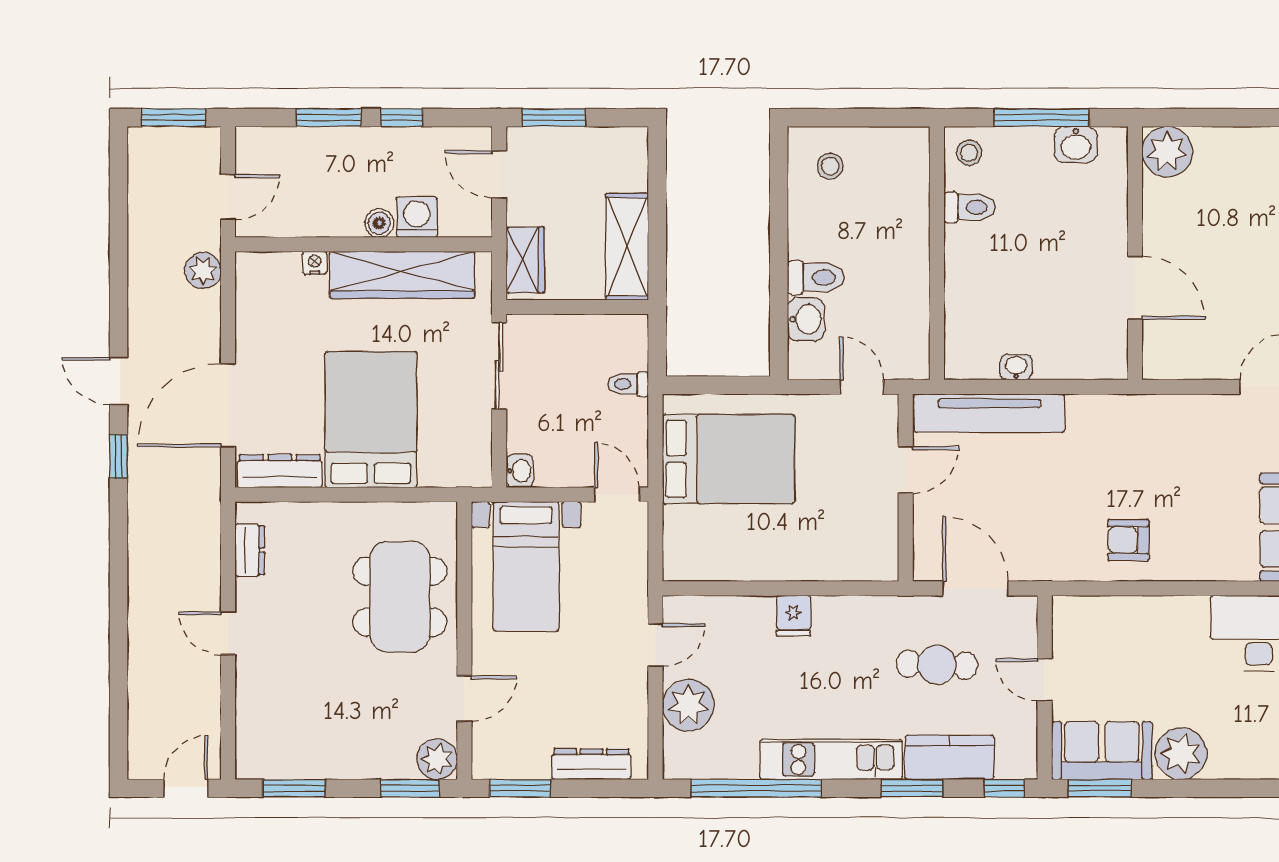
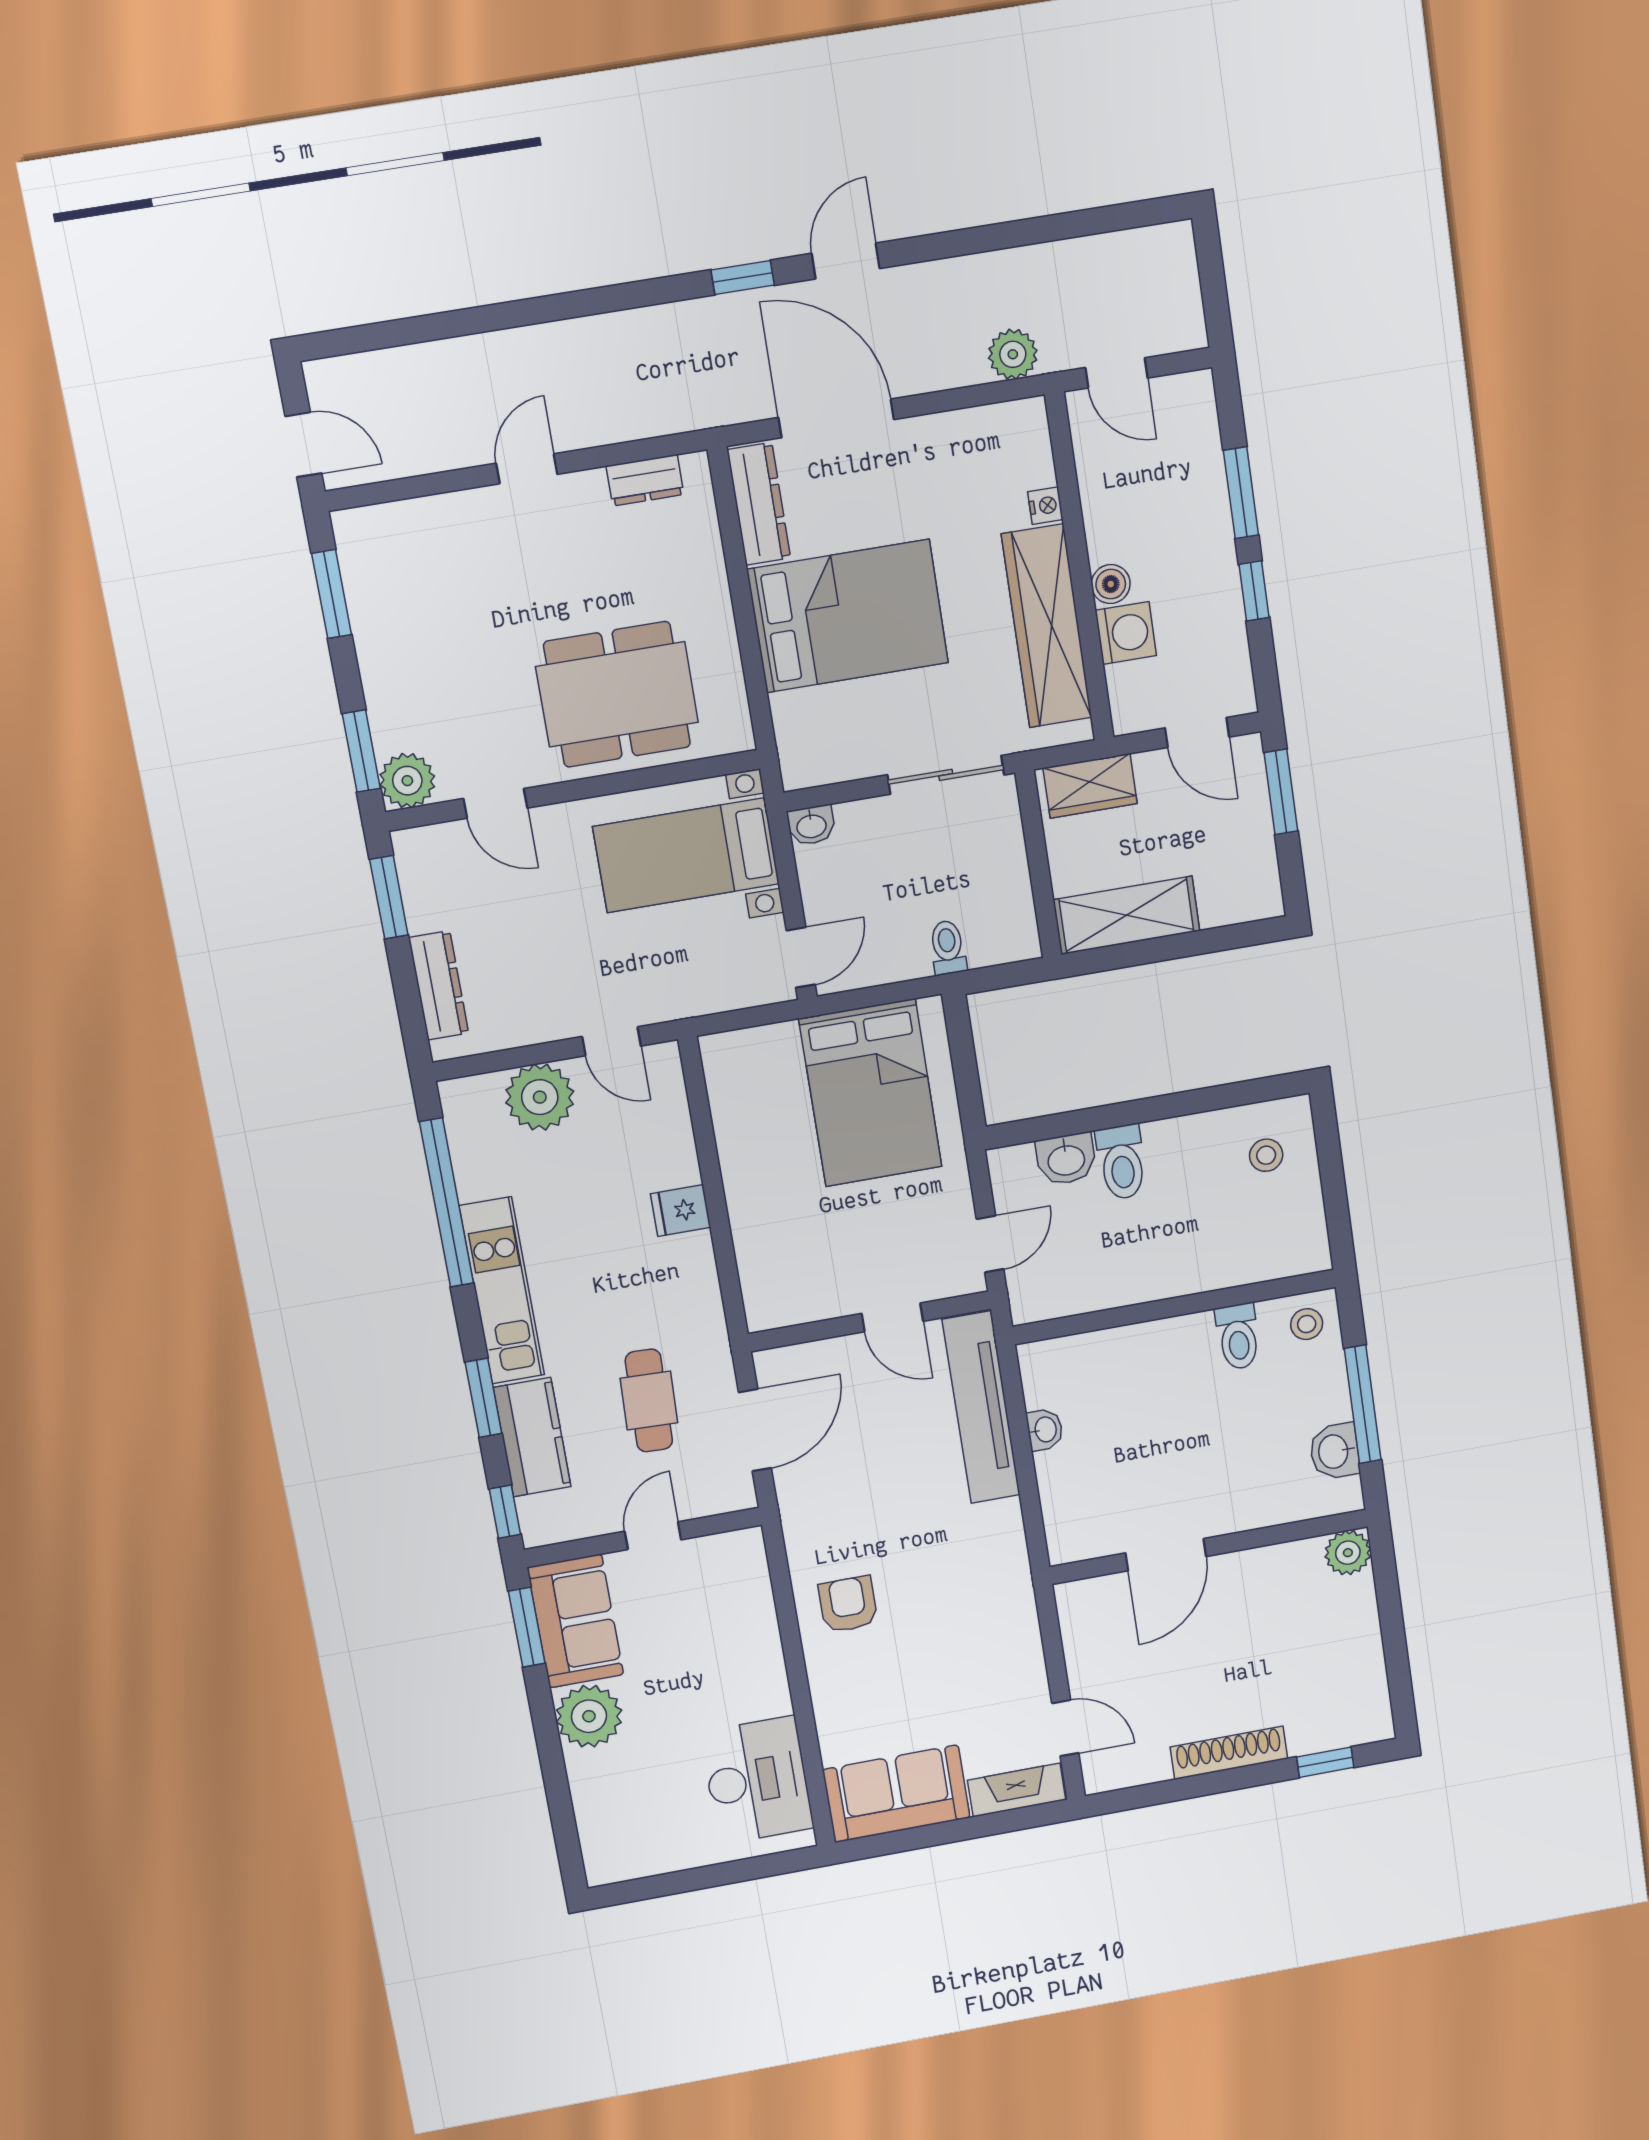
window: (173, 118) -> (1213, 280), removed
plant: (1167, 152) -> (1348, 1553), width x0.73, depth x0.73
door: (499, 174) -> (1197, 732), swing flipped

